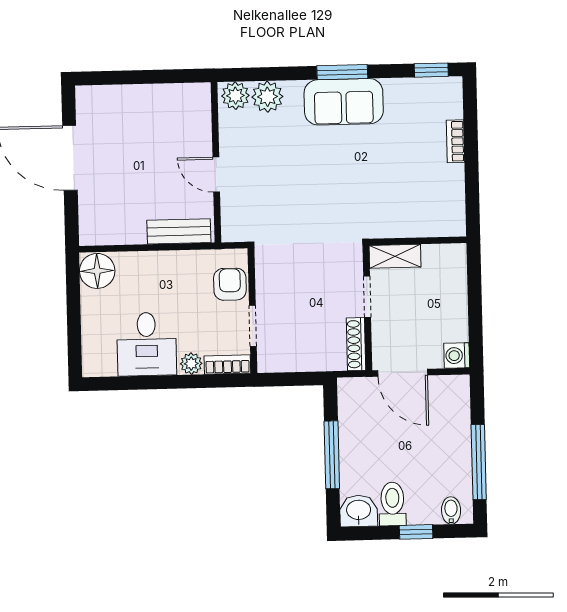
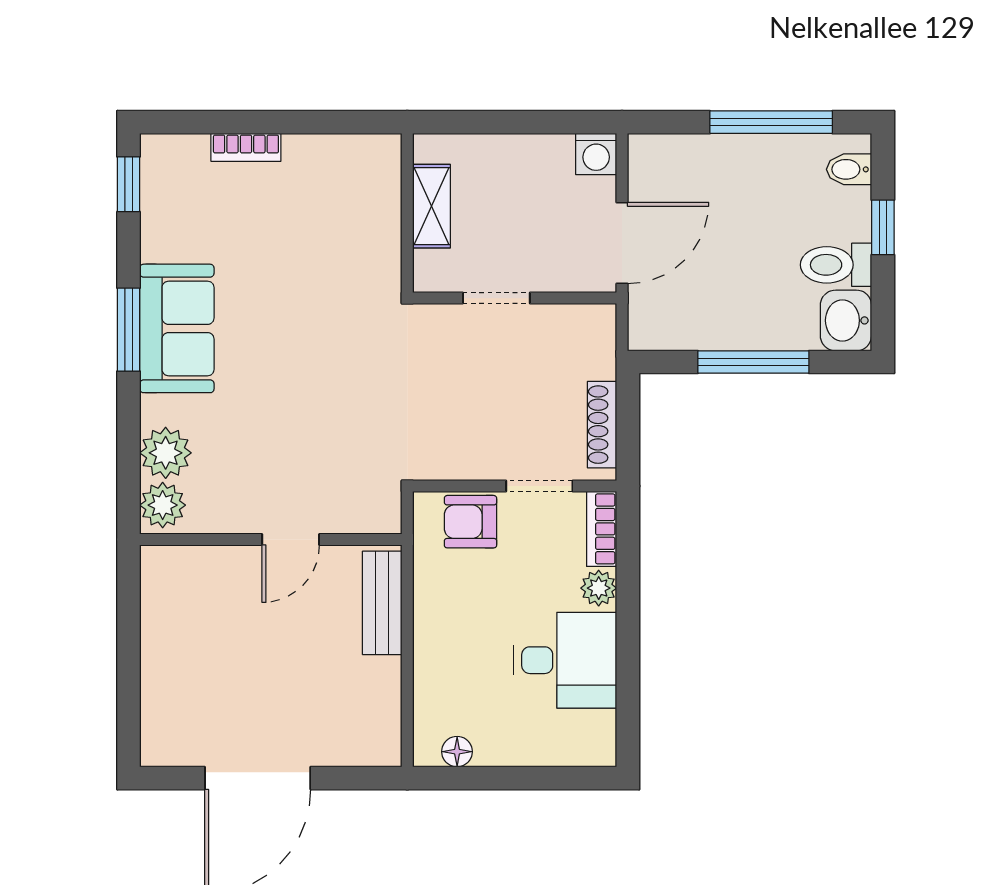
shelving: (395, 256) -> (431, 206), moved
floor lamp: (97, 271) -> (457, 752), width x0.53, depth x0.53
shoe rack: (356, 344) -> (602, 425), moved, turned 90

